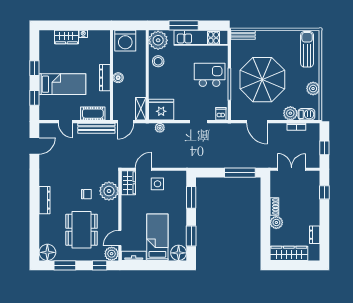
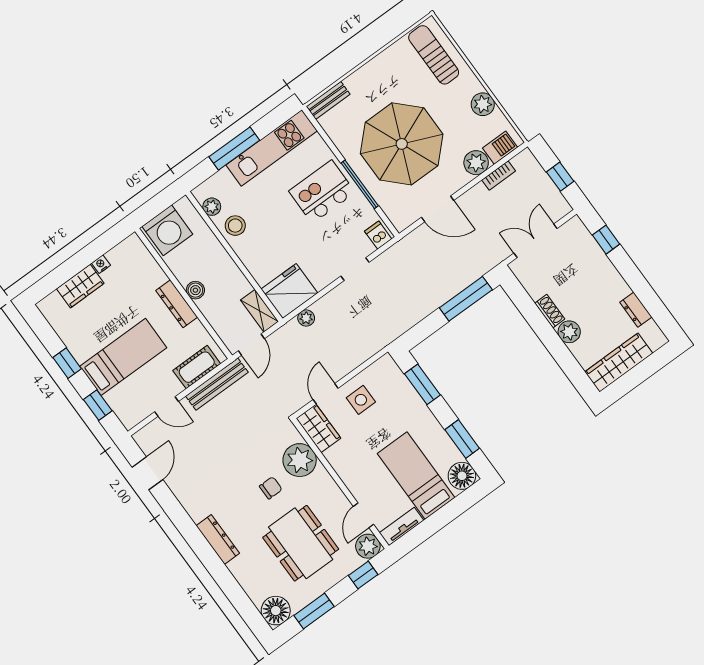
plant: (158, 40) -> (212, 207), width x0.53, depth x0.53

